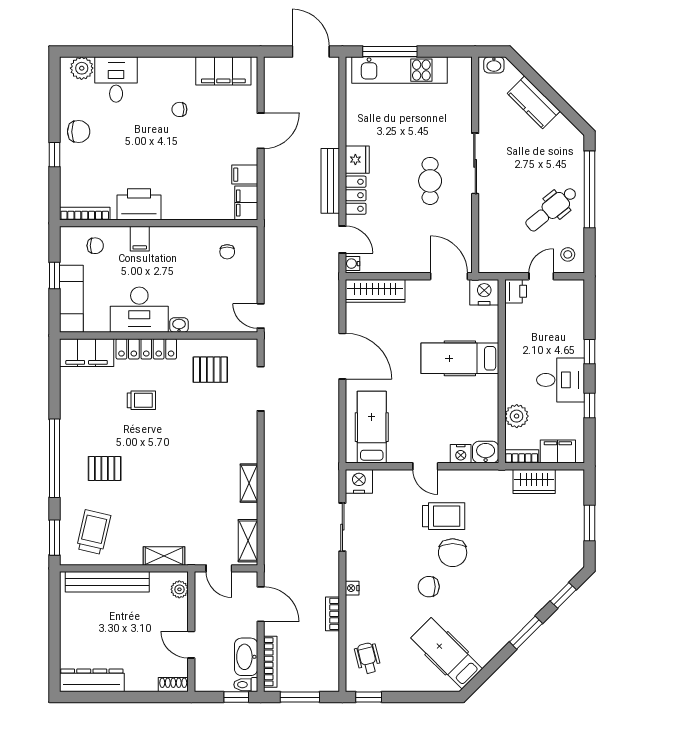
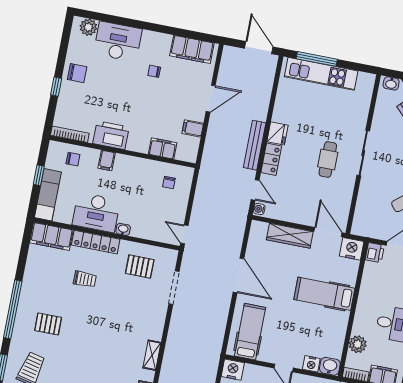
desk: (116, 80) -> (118, 41), width x1.37
filing cabinet: (246, 203) -> (163, 148), moved, turned 90
wardrobe: (375, 291) -> (290, 236), moved

